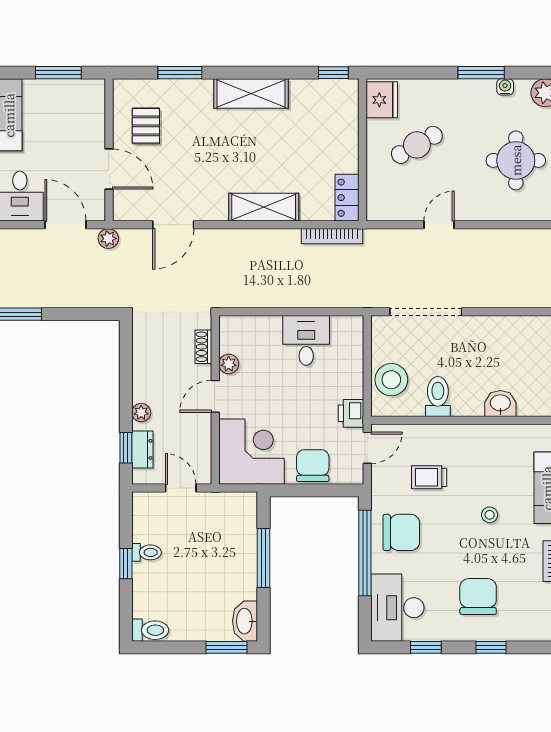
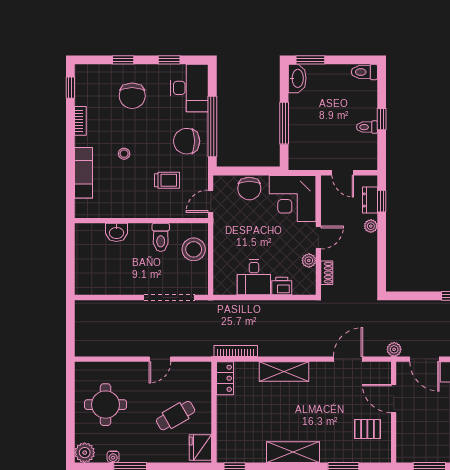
pallet: (146, 126) -> (367, 429), turned 90
printer: (351, 413) -> (282, 286), moved, turned -90

